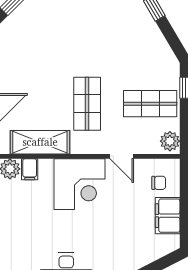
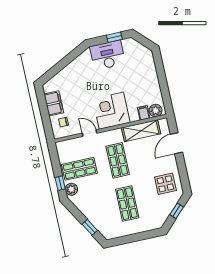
shop shelf: (87, 32) -> (127, 204), added
display table: (20, 50) -> (165, 184), added
plant: (170, 141) -> (71, 189), moved

